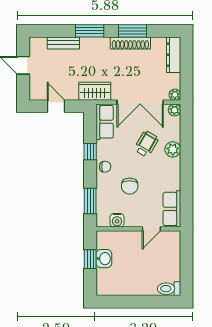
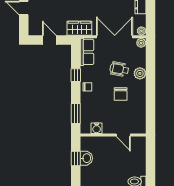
double door: (140, 102) -> (115, 37), swing flipped
wheelchair: (146, 144) -> (119, 69), turned -109
chair: (130, 186) -> (121, 94), moved
row of seats: (172, 209) -> (139, 120), removed
door: (151, 229) -> (123, 135), hinge flipped

